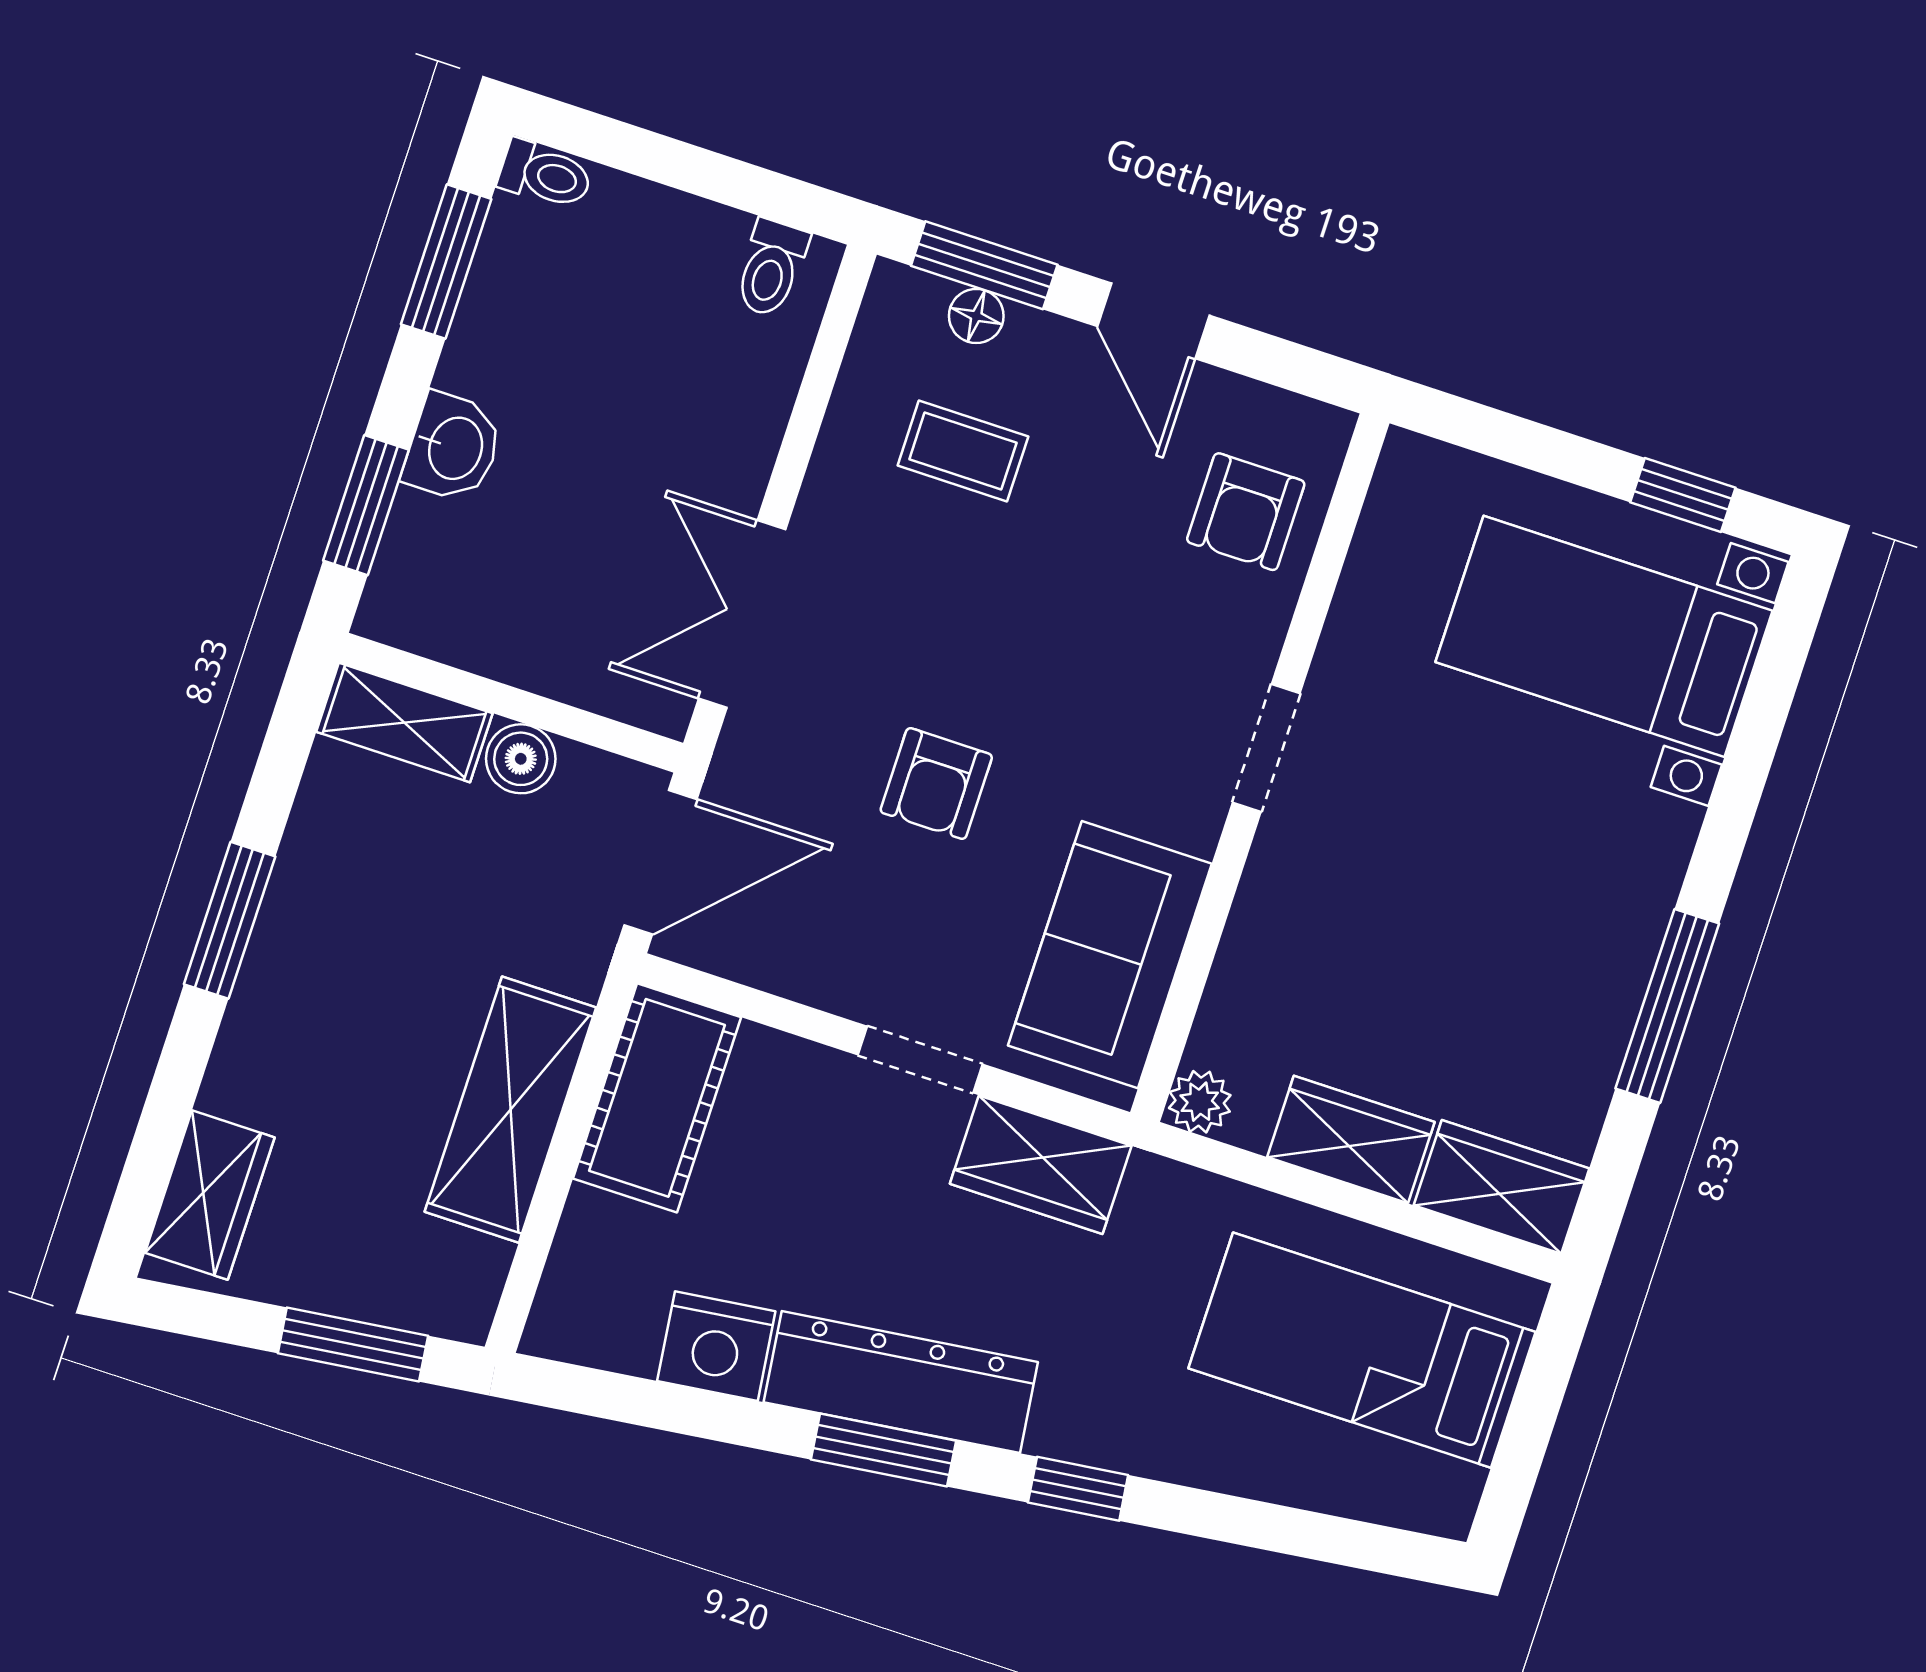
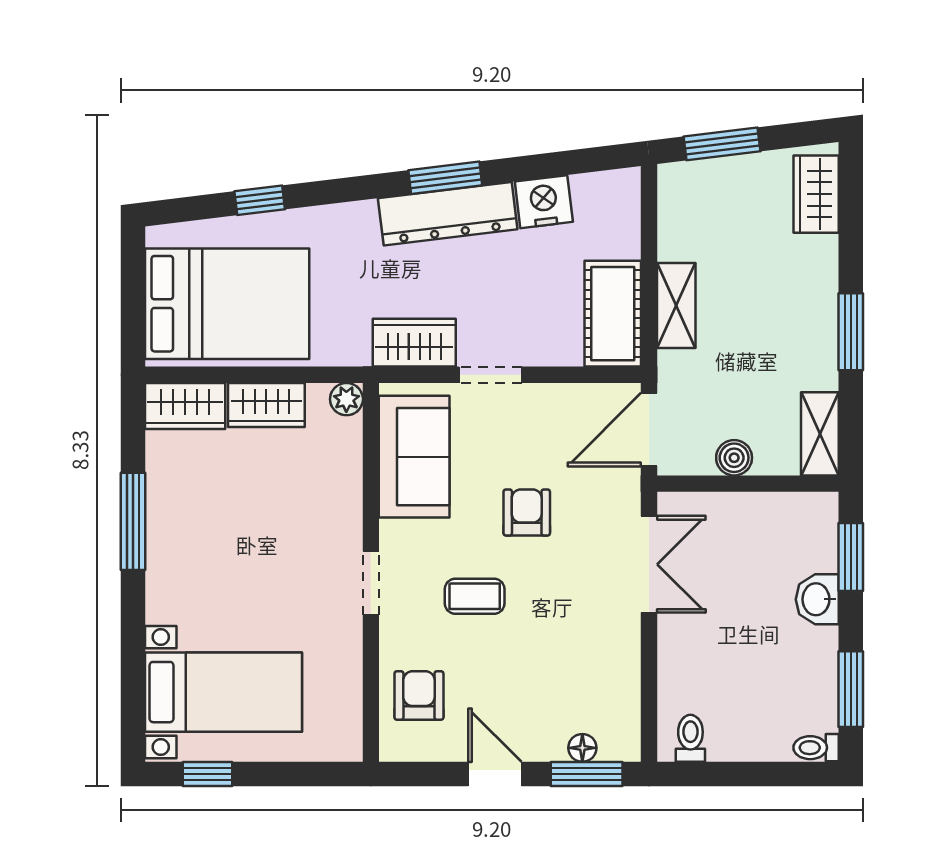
coffee table: (963, 451) -> (475, 596), moved
shelving: (404, 722) -> (820, 434), moved, turned 90
shelving: (510, 1110) -> (676, 306), width x0.67, depth x0.75
bed: (1362, 1350) -> (227, 304), width x1.50
window: (1078, 1489) -> (260, 200), moved

